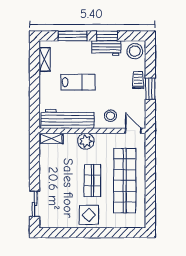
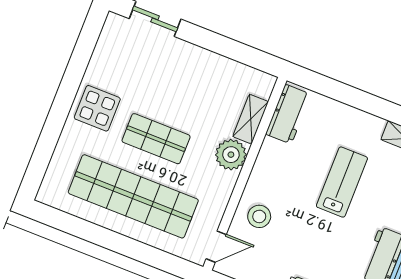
lab bench: (78, 82) -> (342, 182), turned 180
workbench: (68, 119) -> (288, 114), width x0.53, depth x0.76
shelving: (51, 139) -> (251, 119), moved

